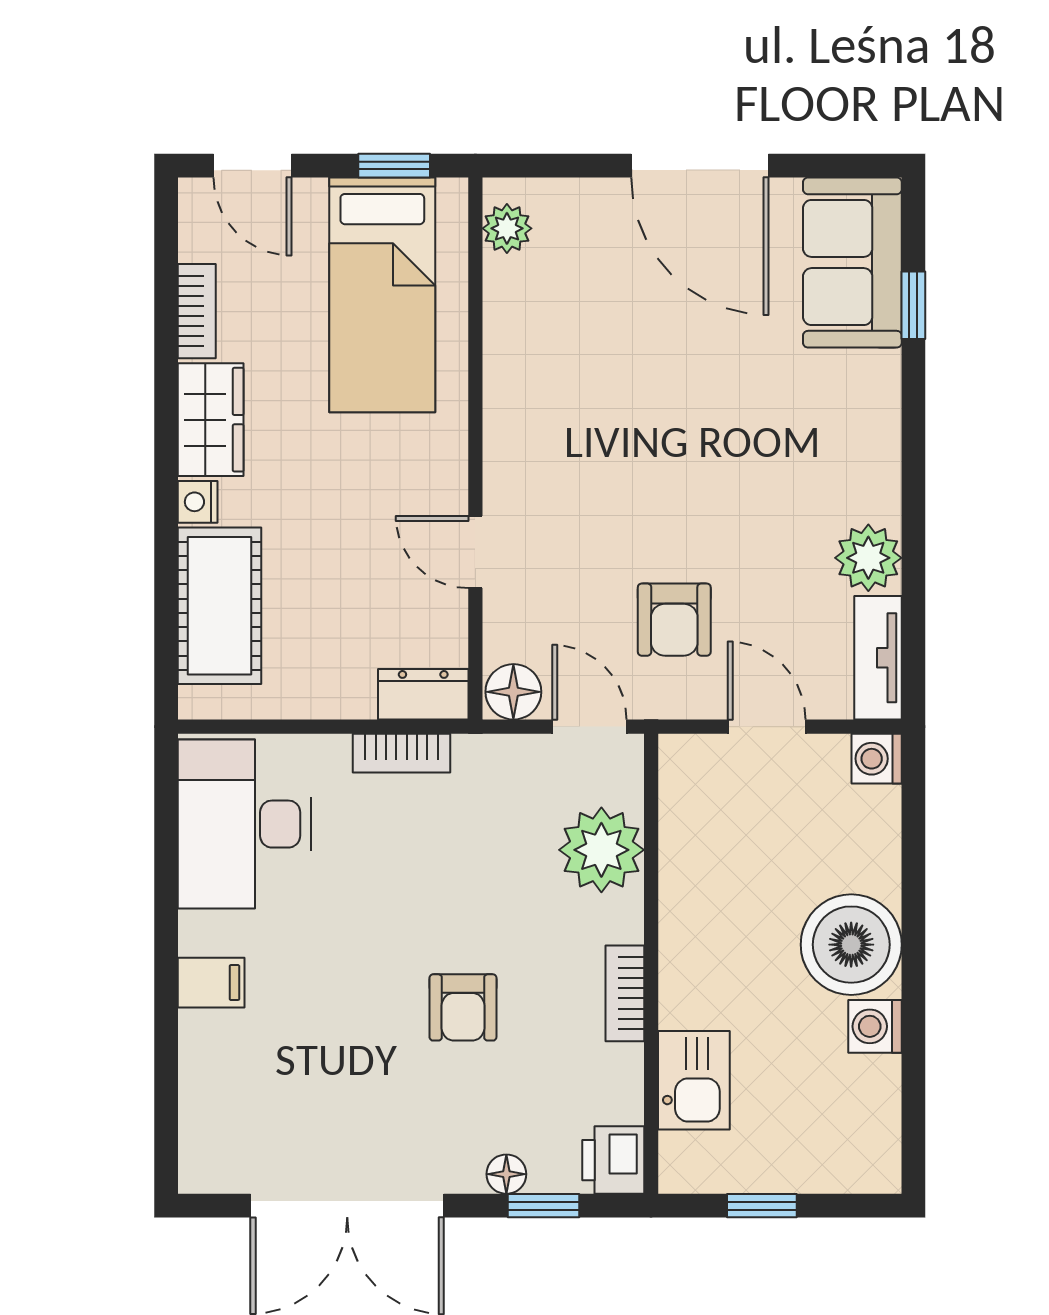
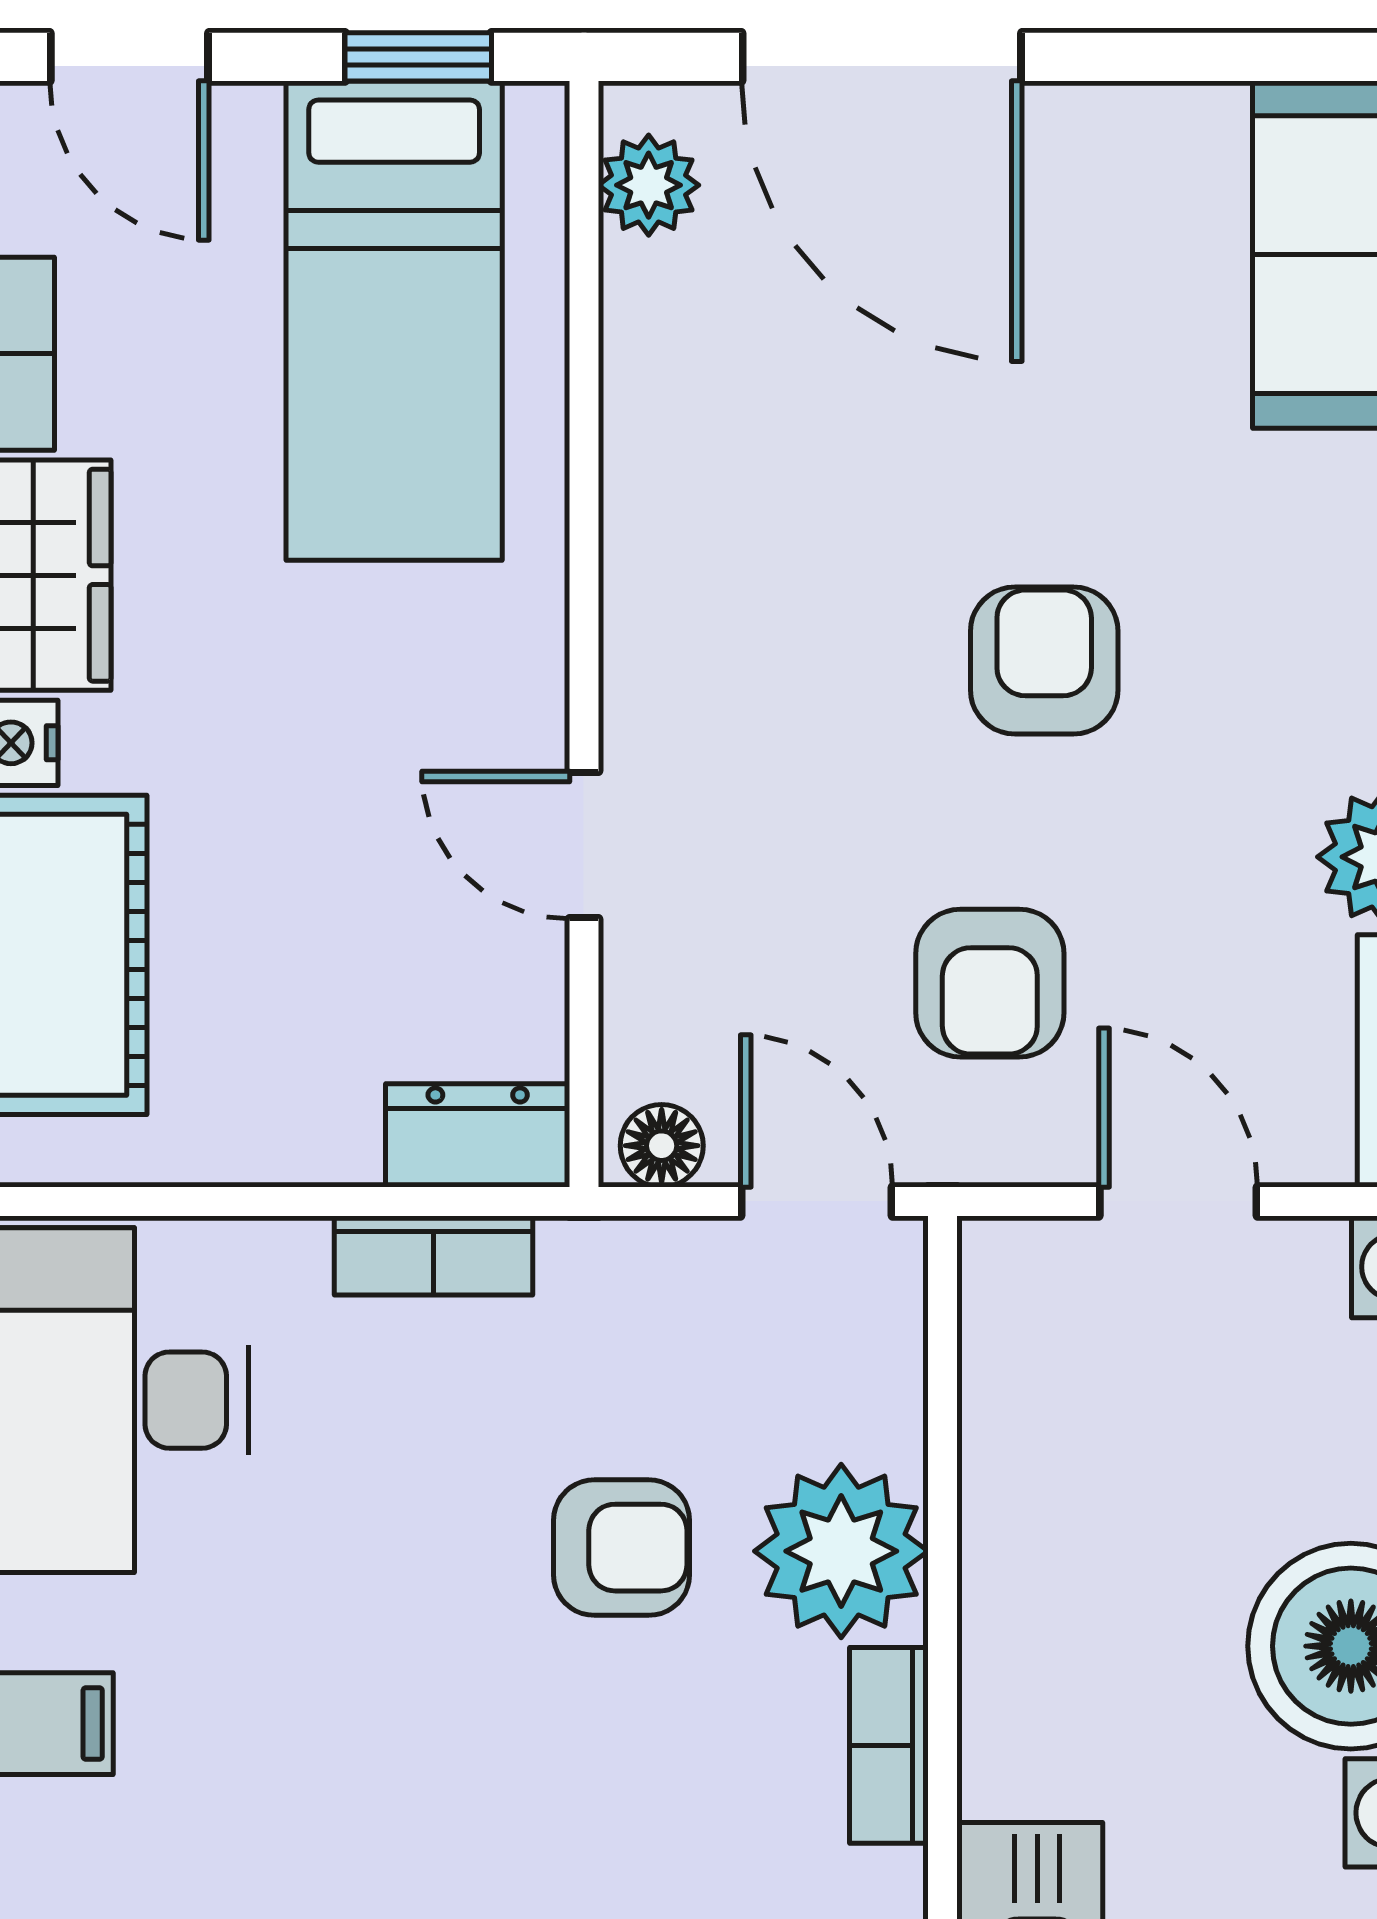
door: (700, 166) -> (882, 57), moved
armchair: (701, 462) -> (1044, 661), added
floor lamp: (513, 692) -> (662, 1146), width x0.73, depth x0.73
plant: (601, 850) -> (841, 1551), moved
armchair: (463, 1007) -> (622, 1548), moved, turned -90

